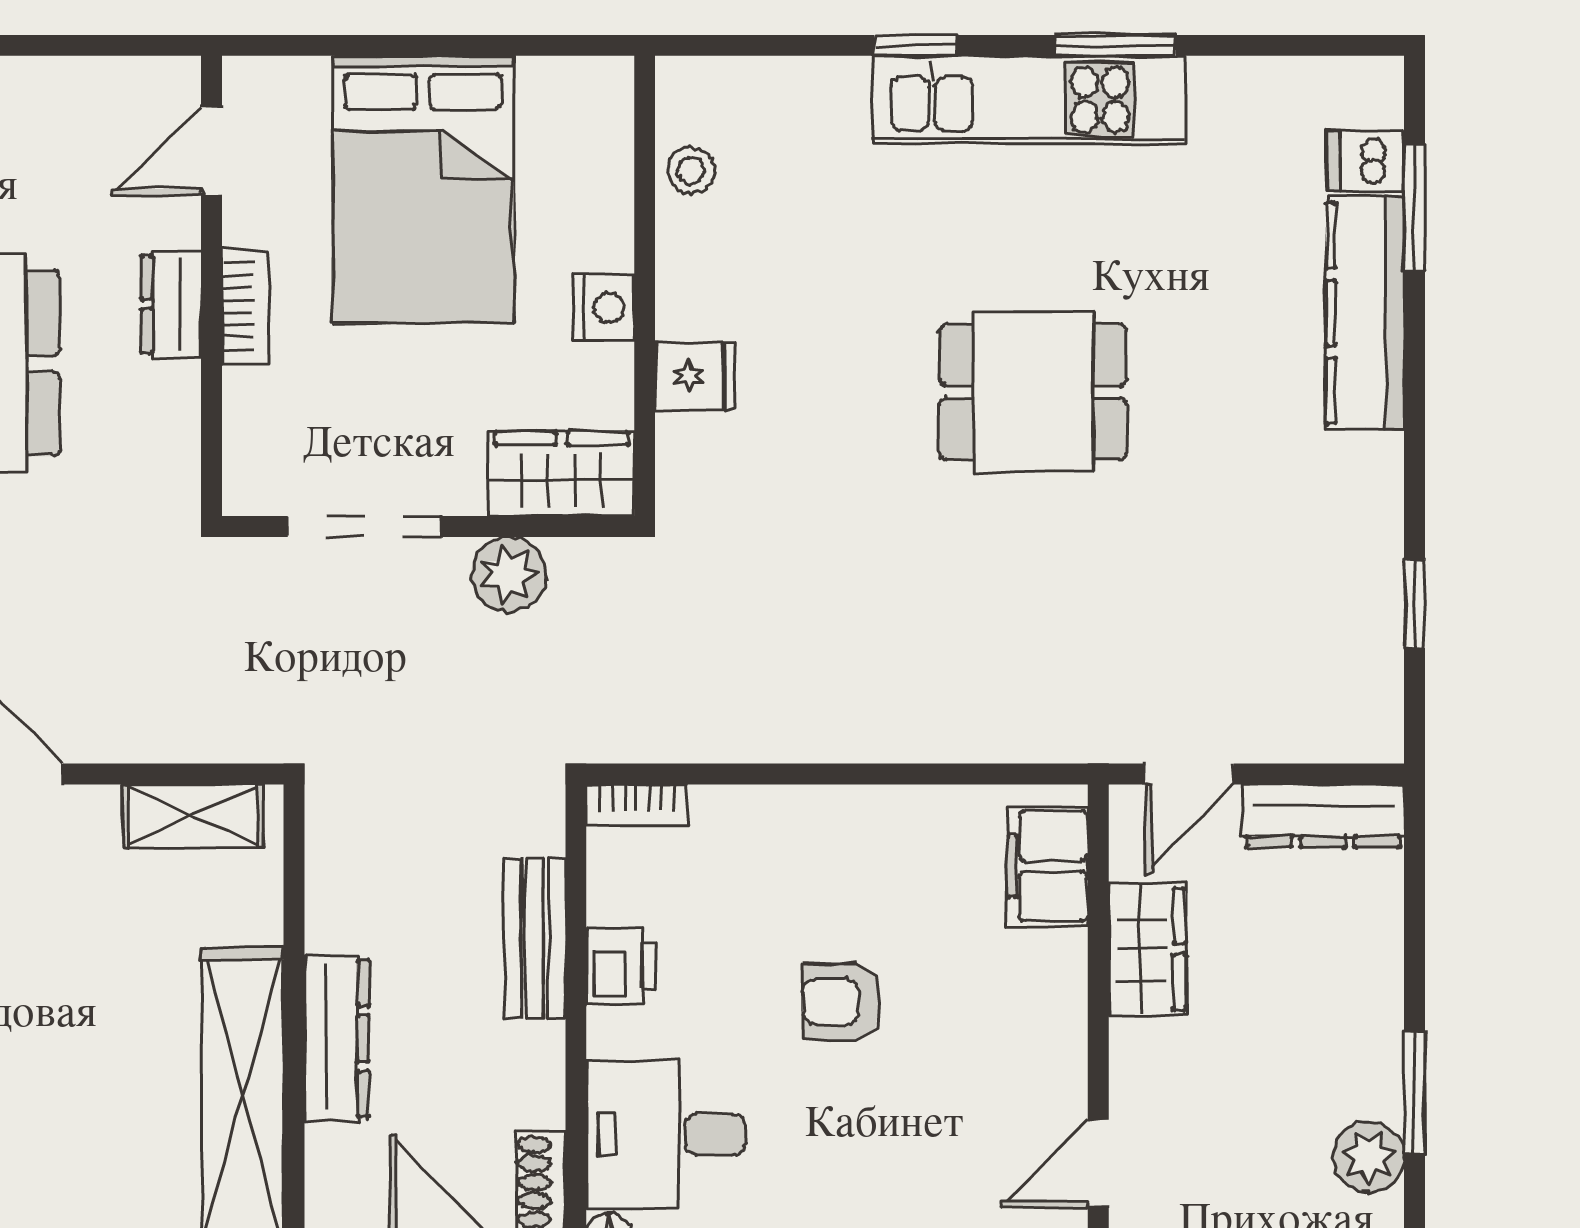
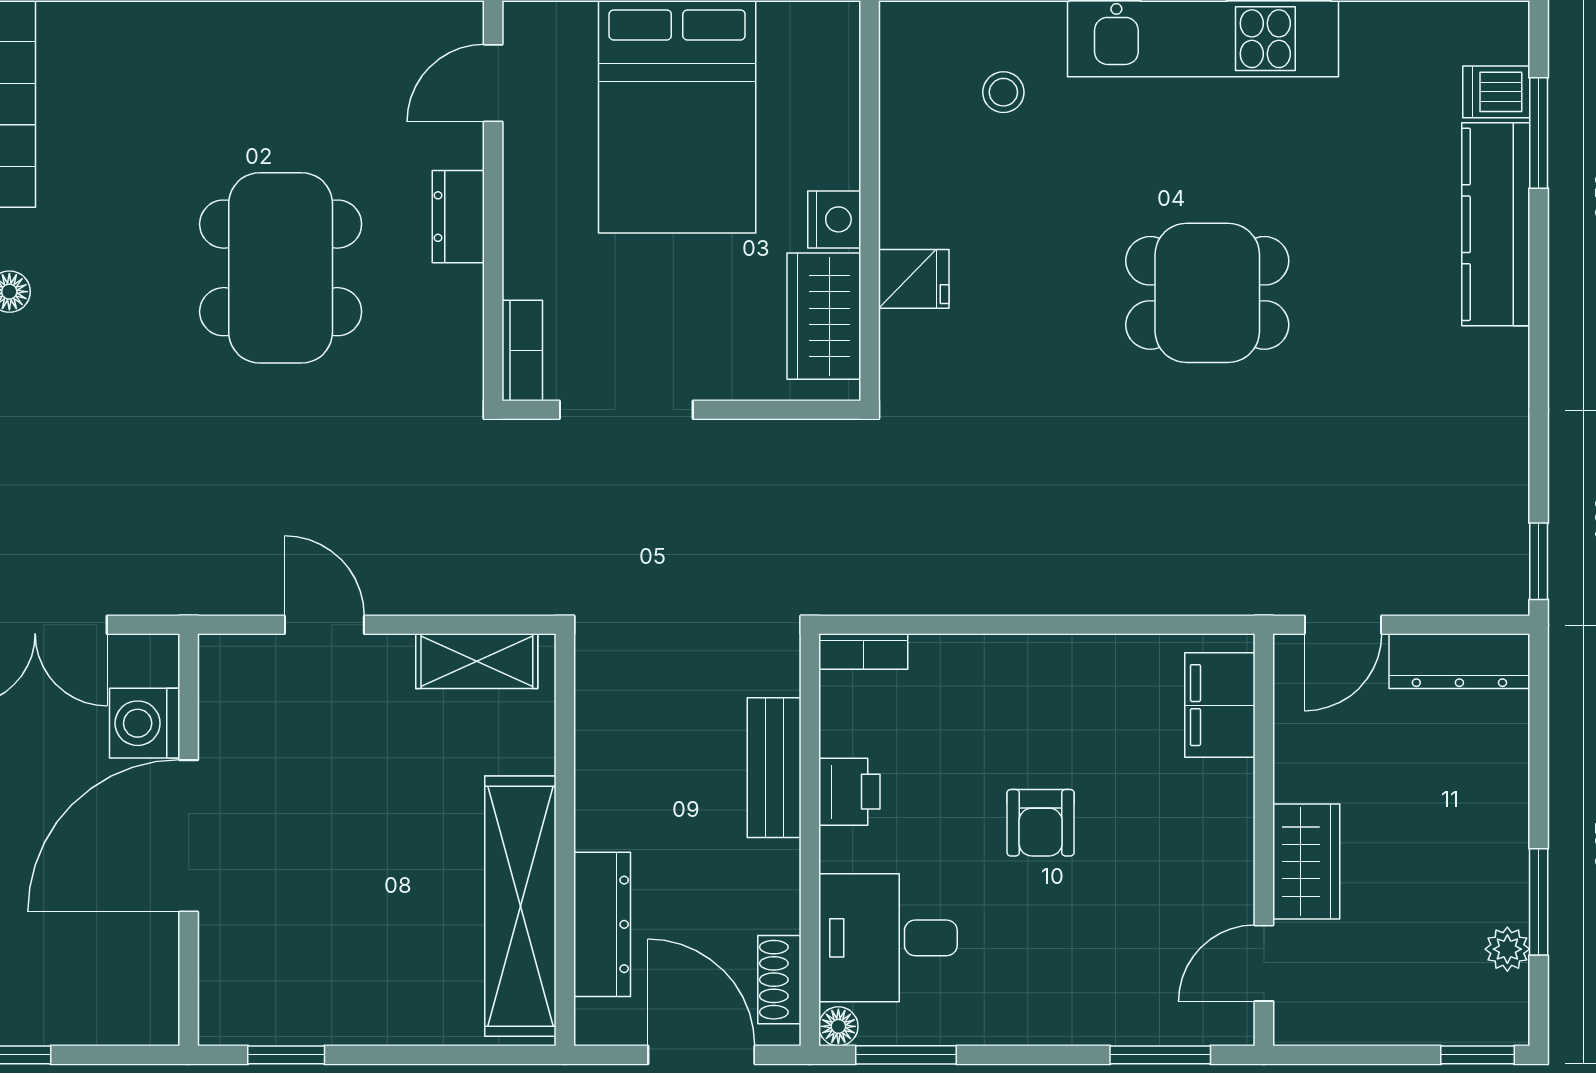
stool: (691, 170) -> (1003, 92), moved
bookcase: (245, 306) -> (522, 350), moved
wardrobe: (561, 474) -> (824, 316), moved, turned -90
plant: (509, 574) -> (751, 451), removed
window: (1414, 604) -> (1539, 561), moved
wardrobe: (1147, 949) -> (1306, 862), moved
armchair: (841, 1002) -> (1041, 823), turned -90
dresser: (337, 1038) -> (602, 924), moved
plant: (1369, 1157) -> (1507, 949), width x0.73, depth x0.73

